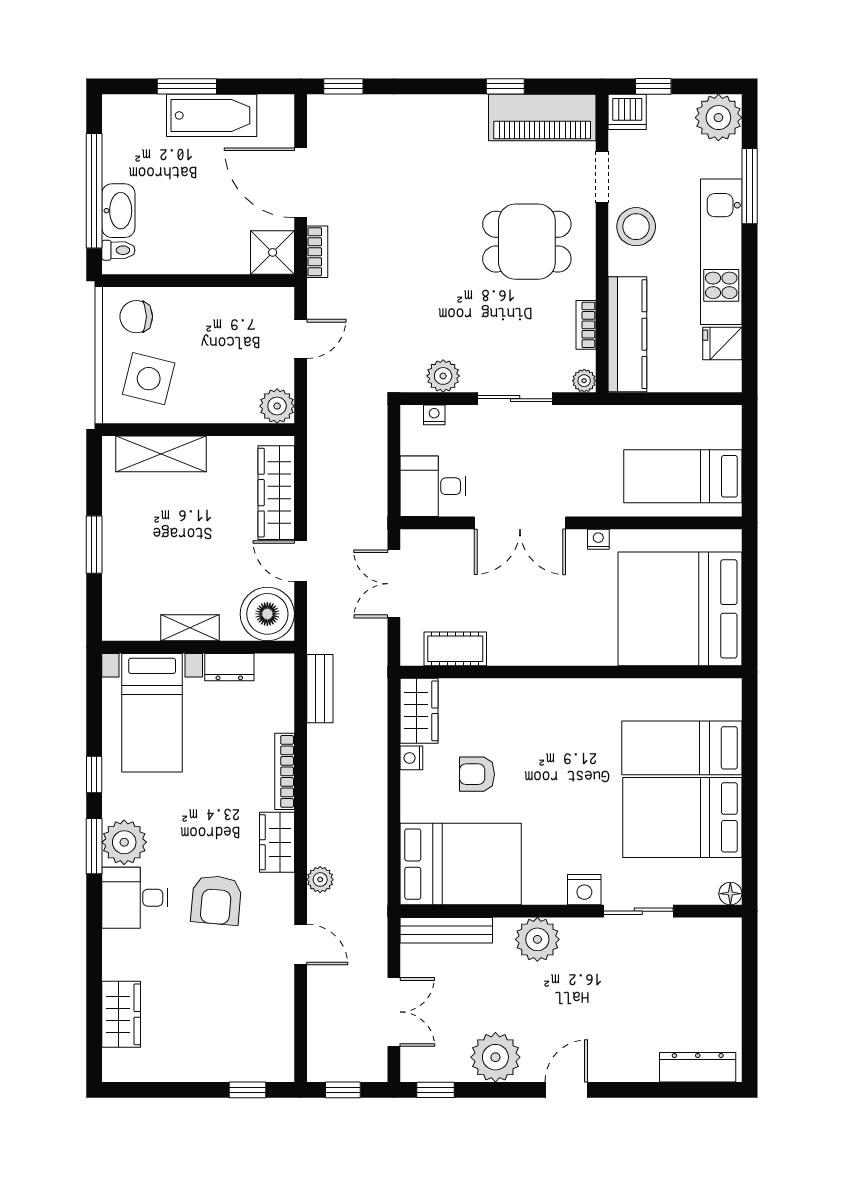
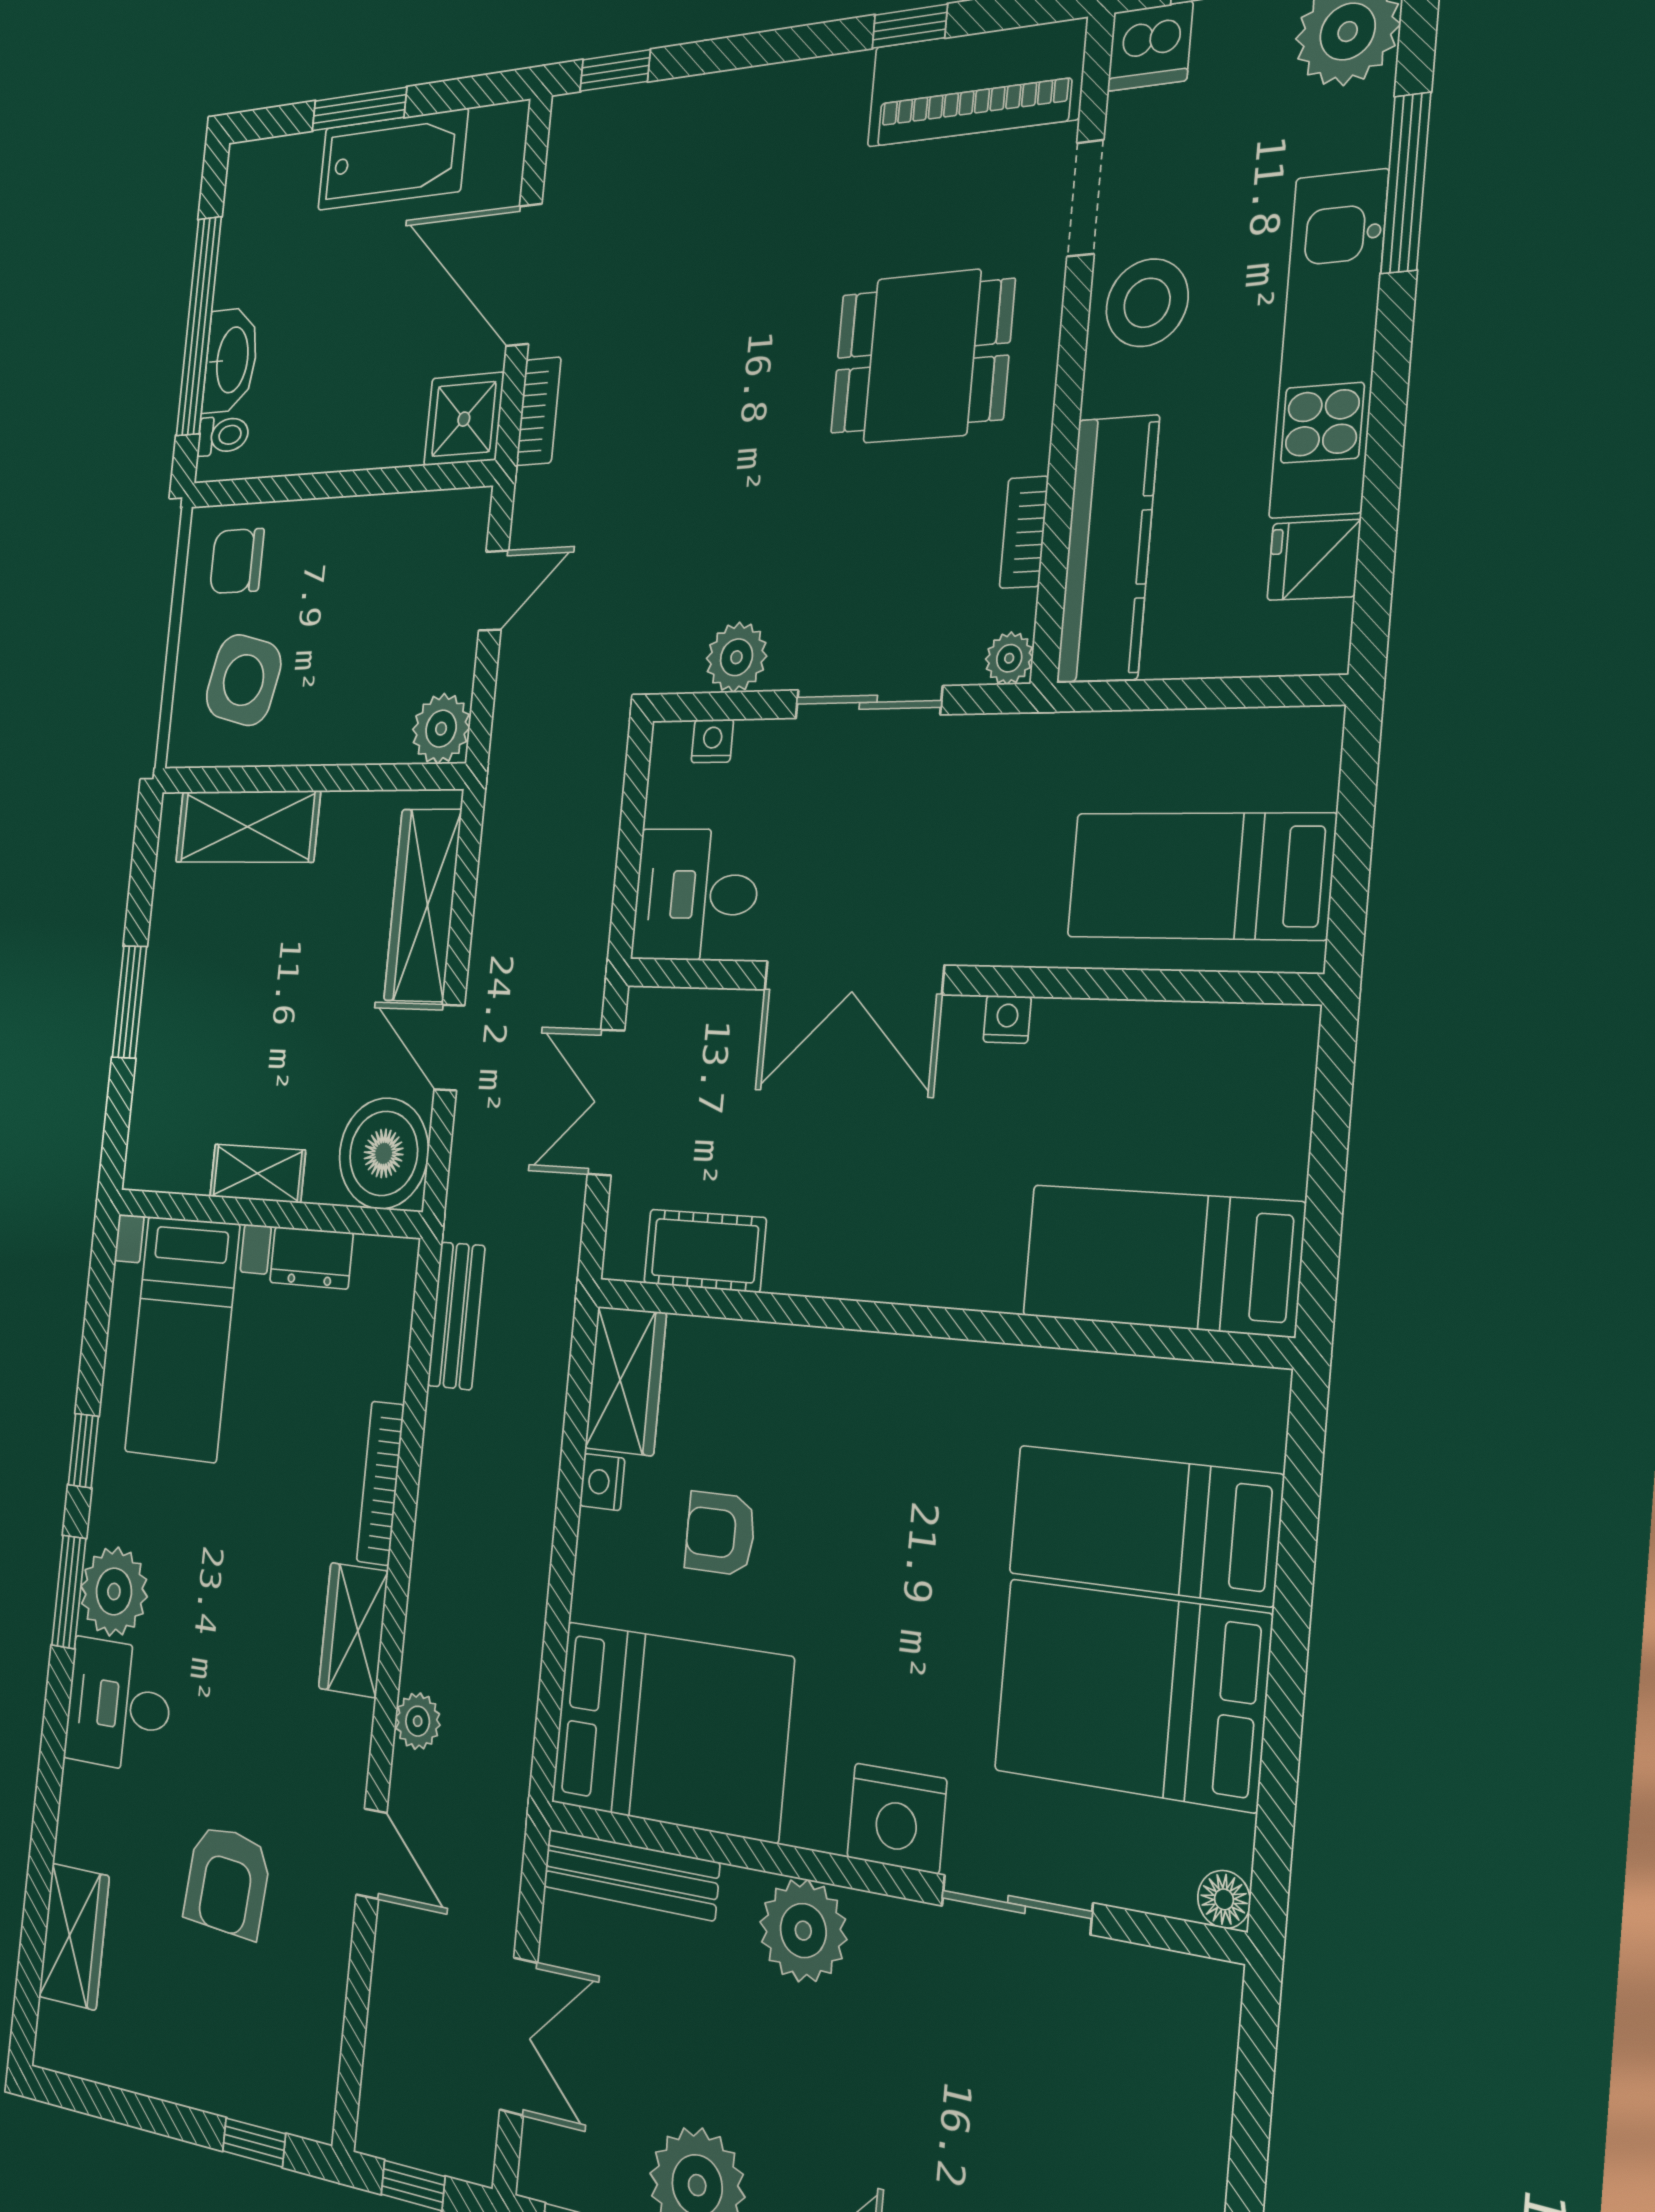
bed: (680, 609) -> (1162, 1260), width x0.49
nightstand: (584, 890) -> (897, 1818), width x1.36, depth x1.33
armchair: (216, 900) -> (227, 1881), moved

